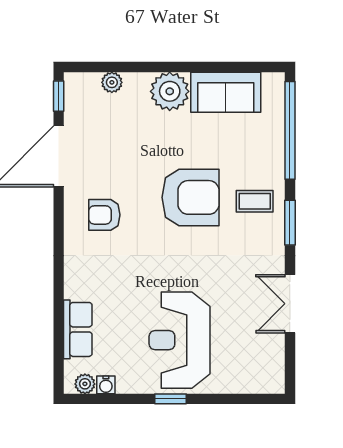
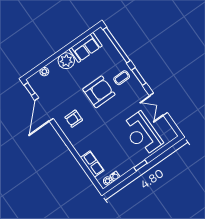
reception desk: (180, 340) -> (142, 134), moved

